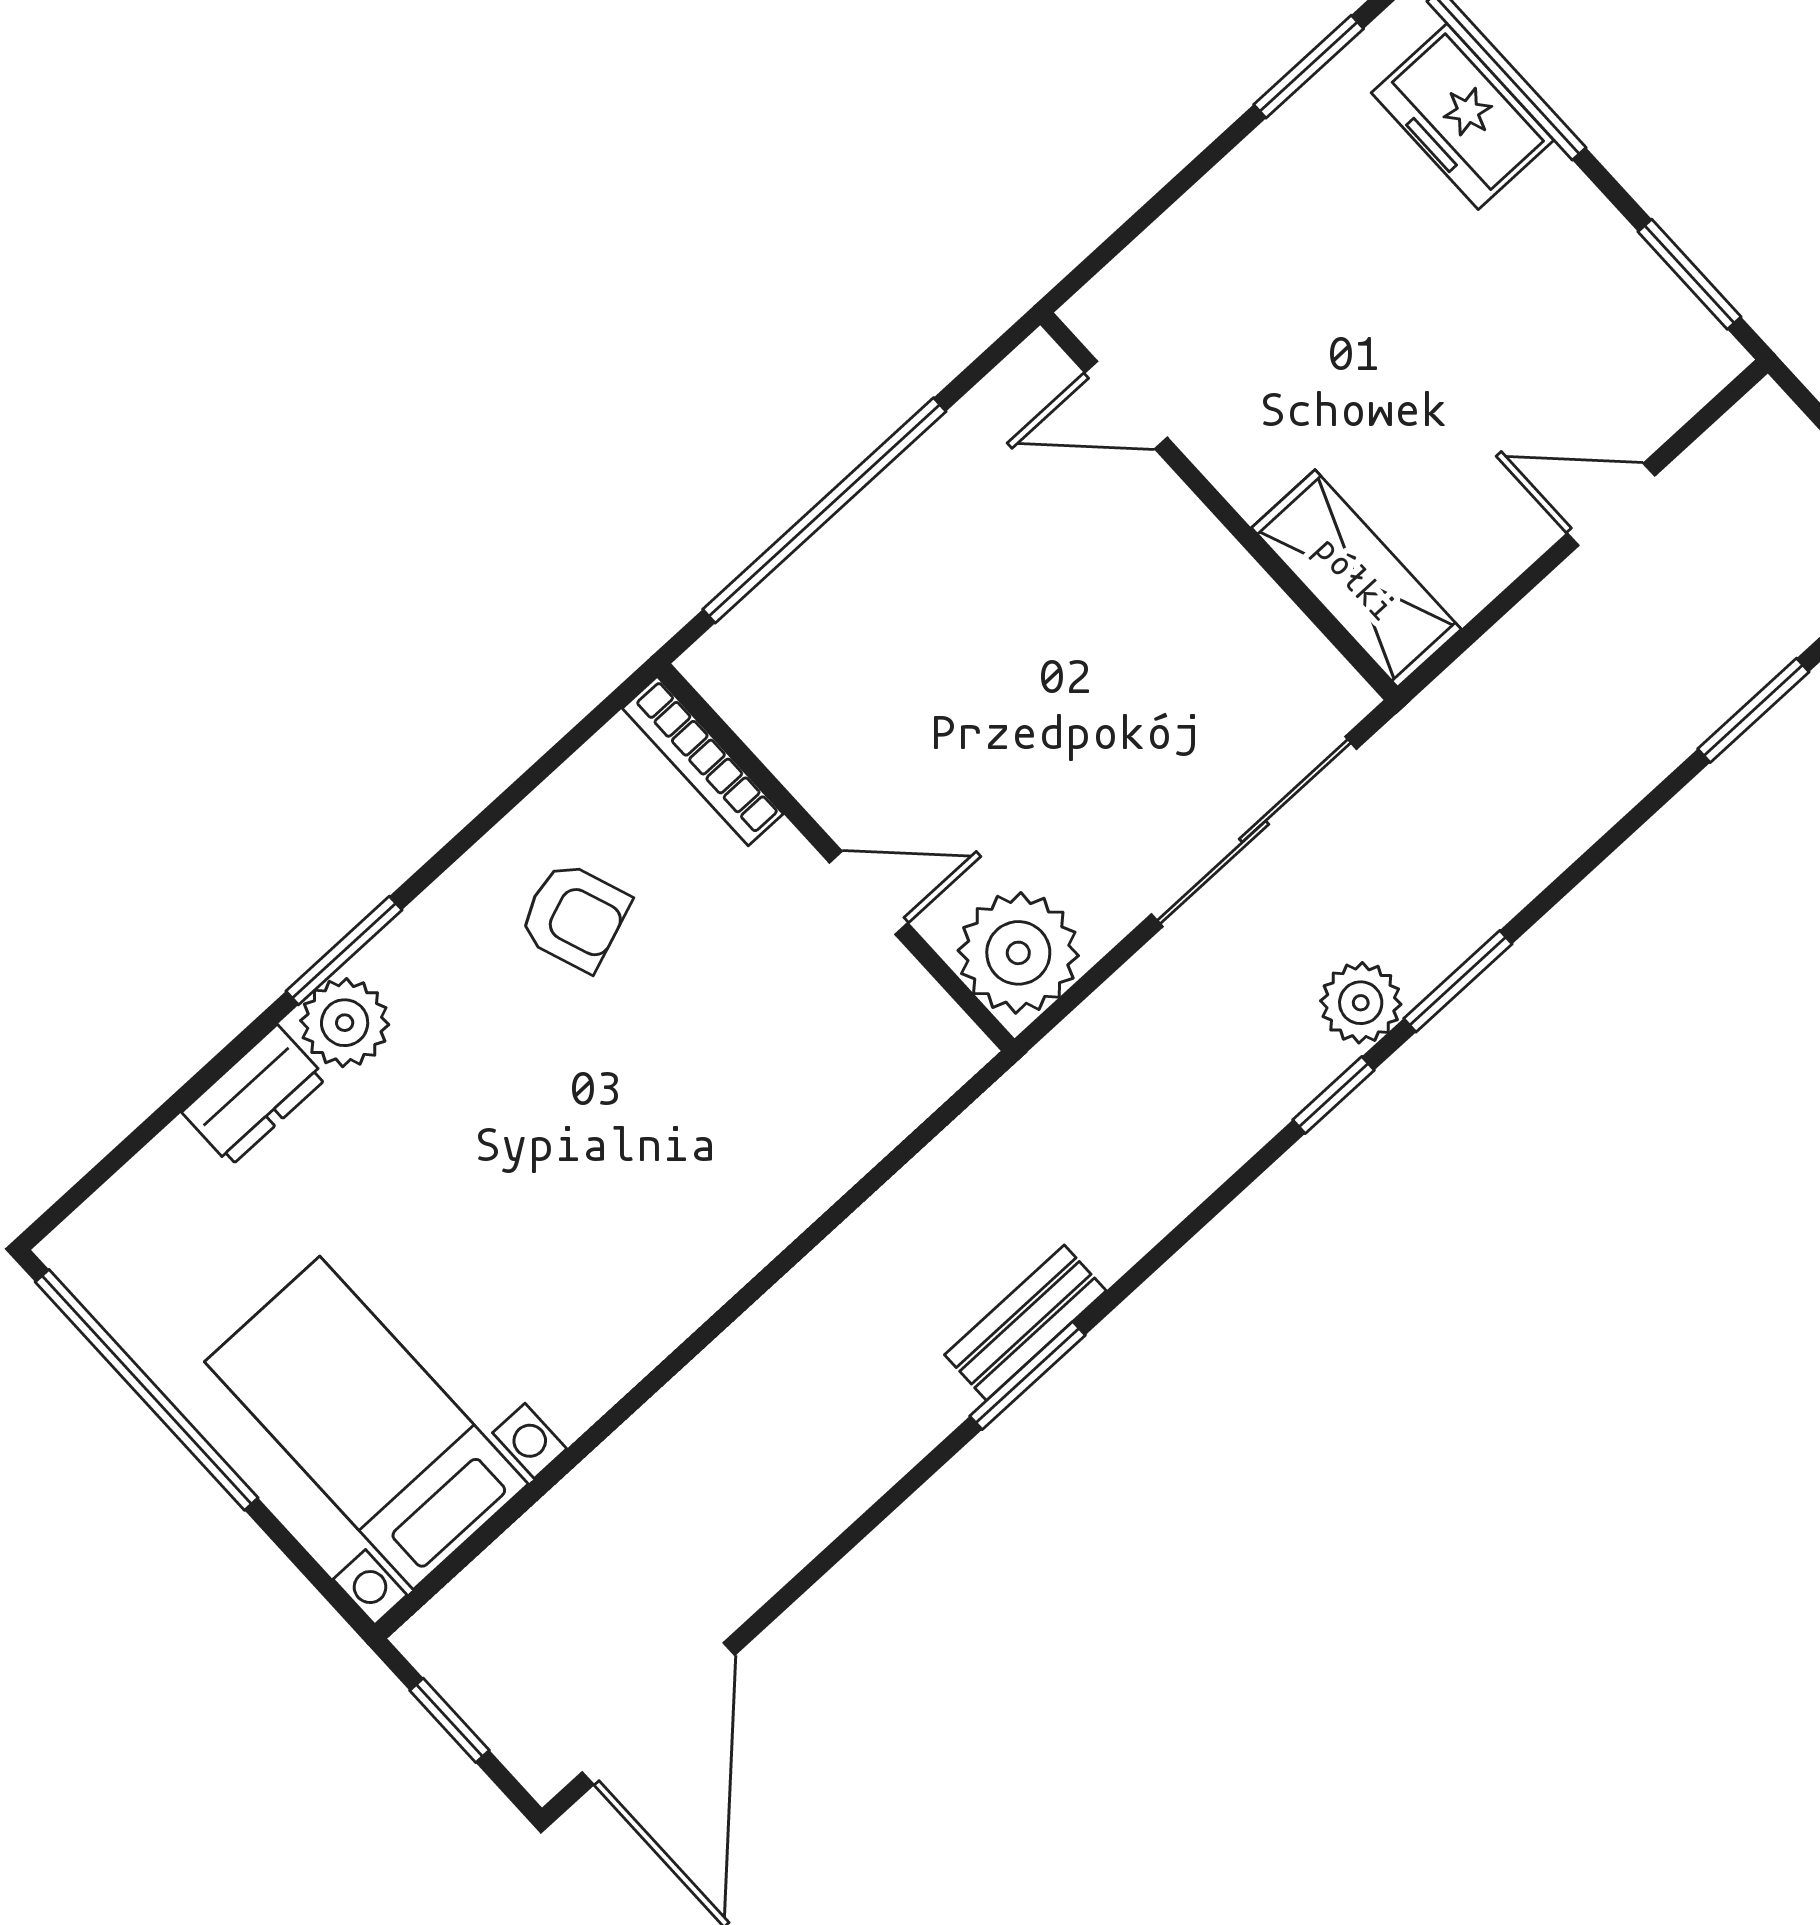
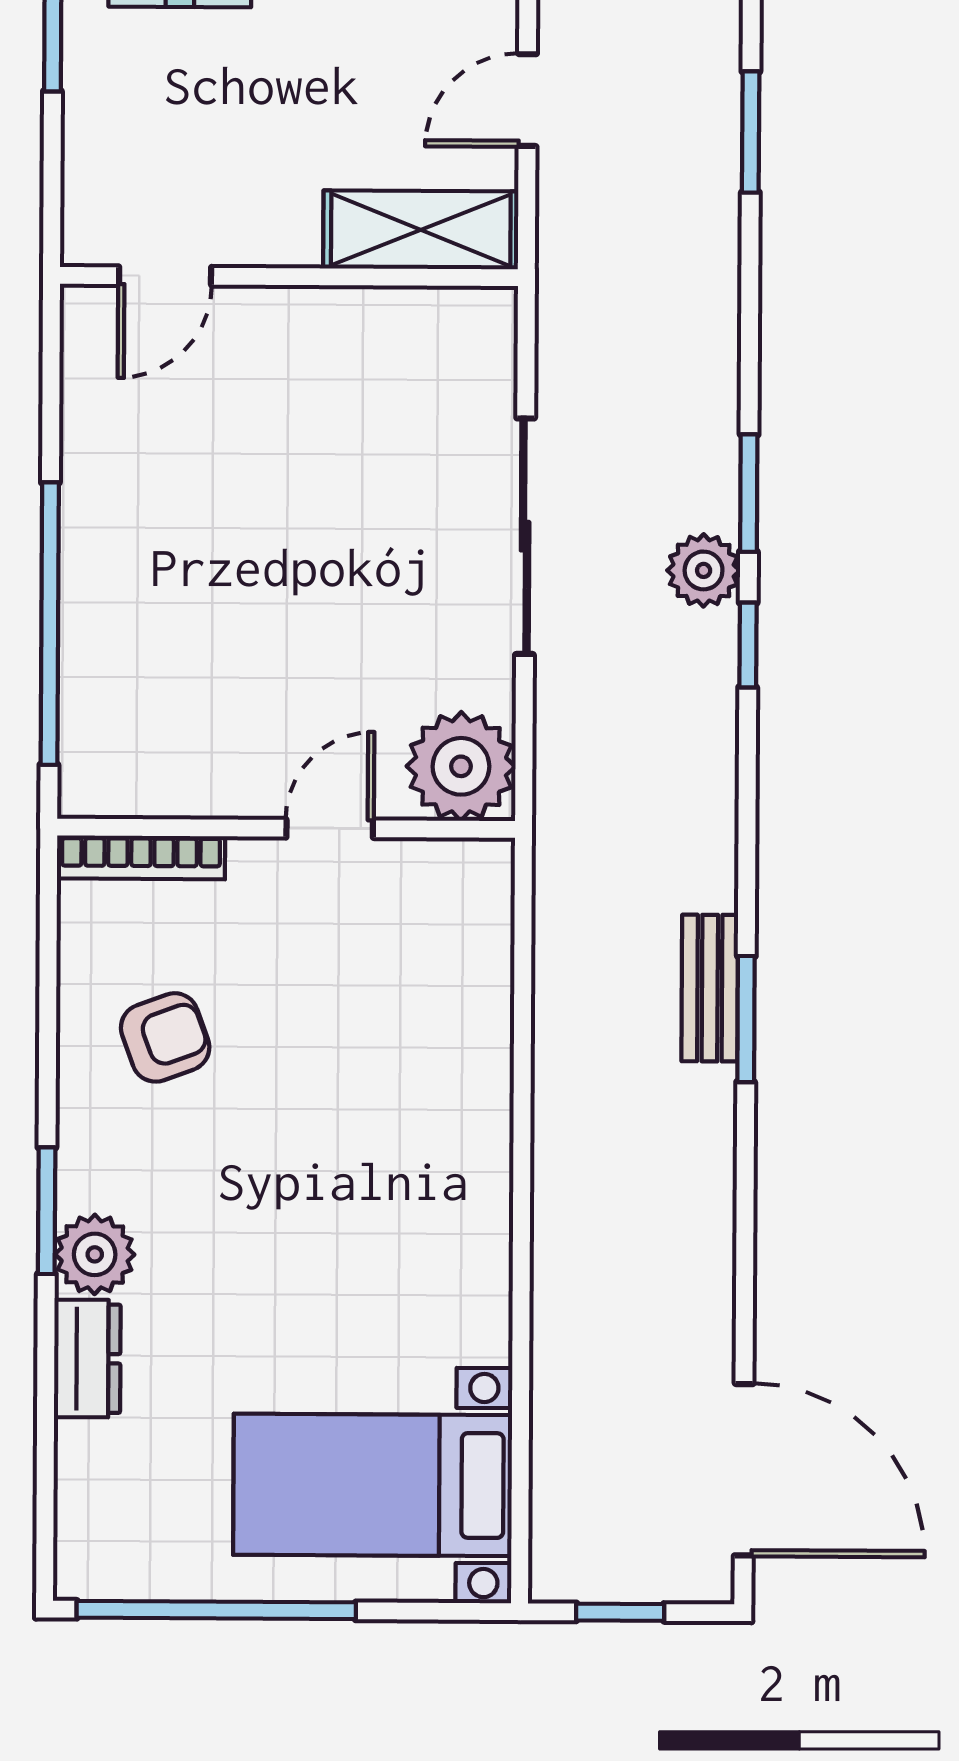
door: (1126, 405) -> (165, 276), moved
wall: (1219, 506) -> (289, 277), moved
shelving: (1356, 578) -> (421, 230), moved

